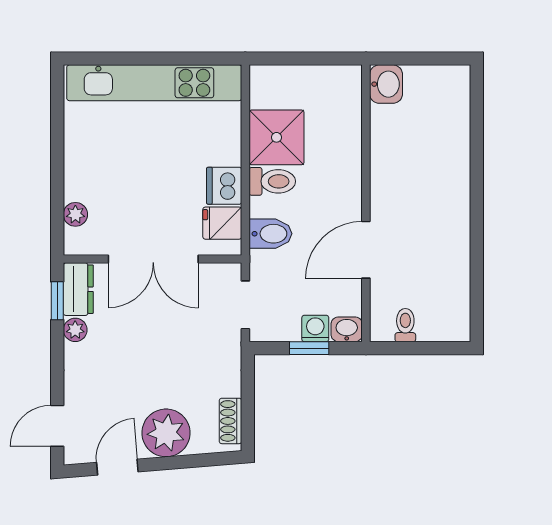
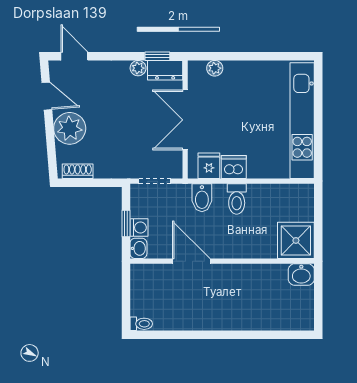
shower: (277, 137) -> (296, 240), moved
toilet: (405, 325) -> (141, 324), moved

